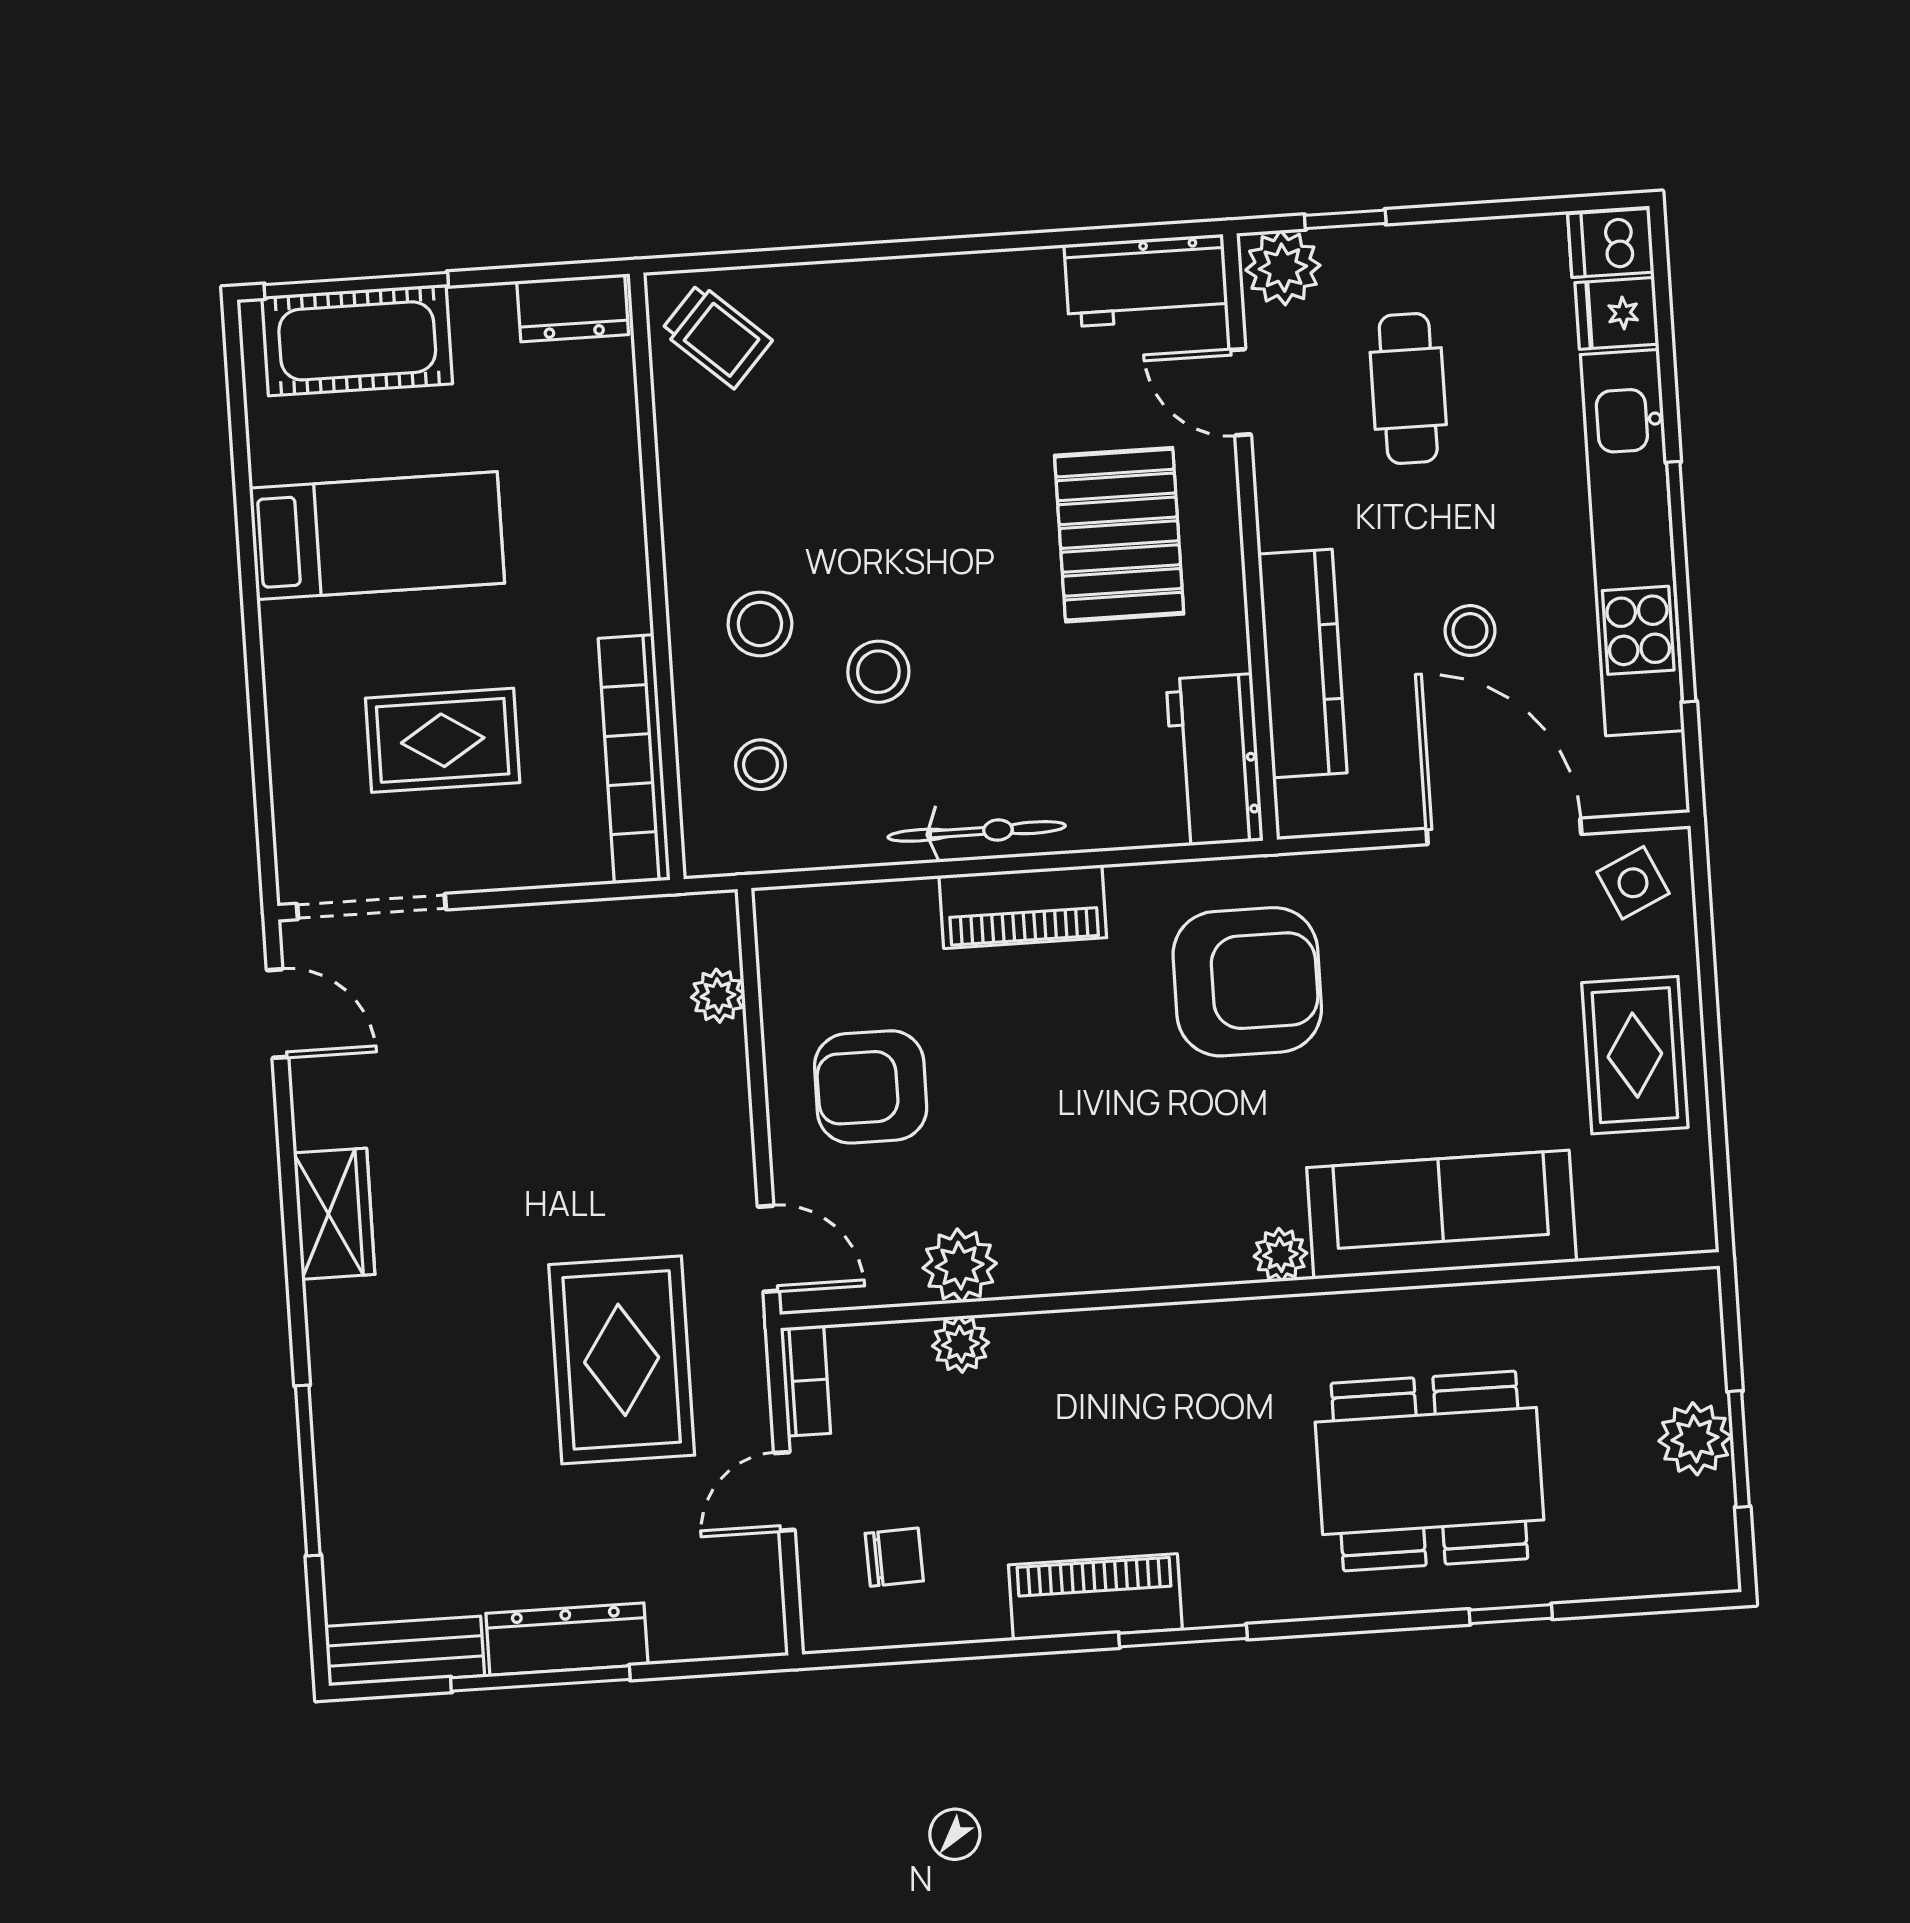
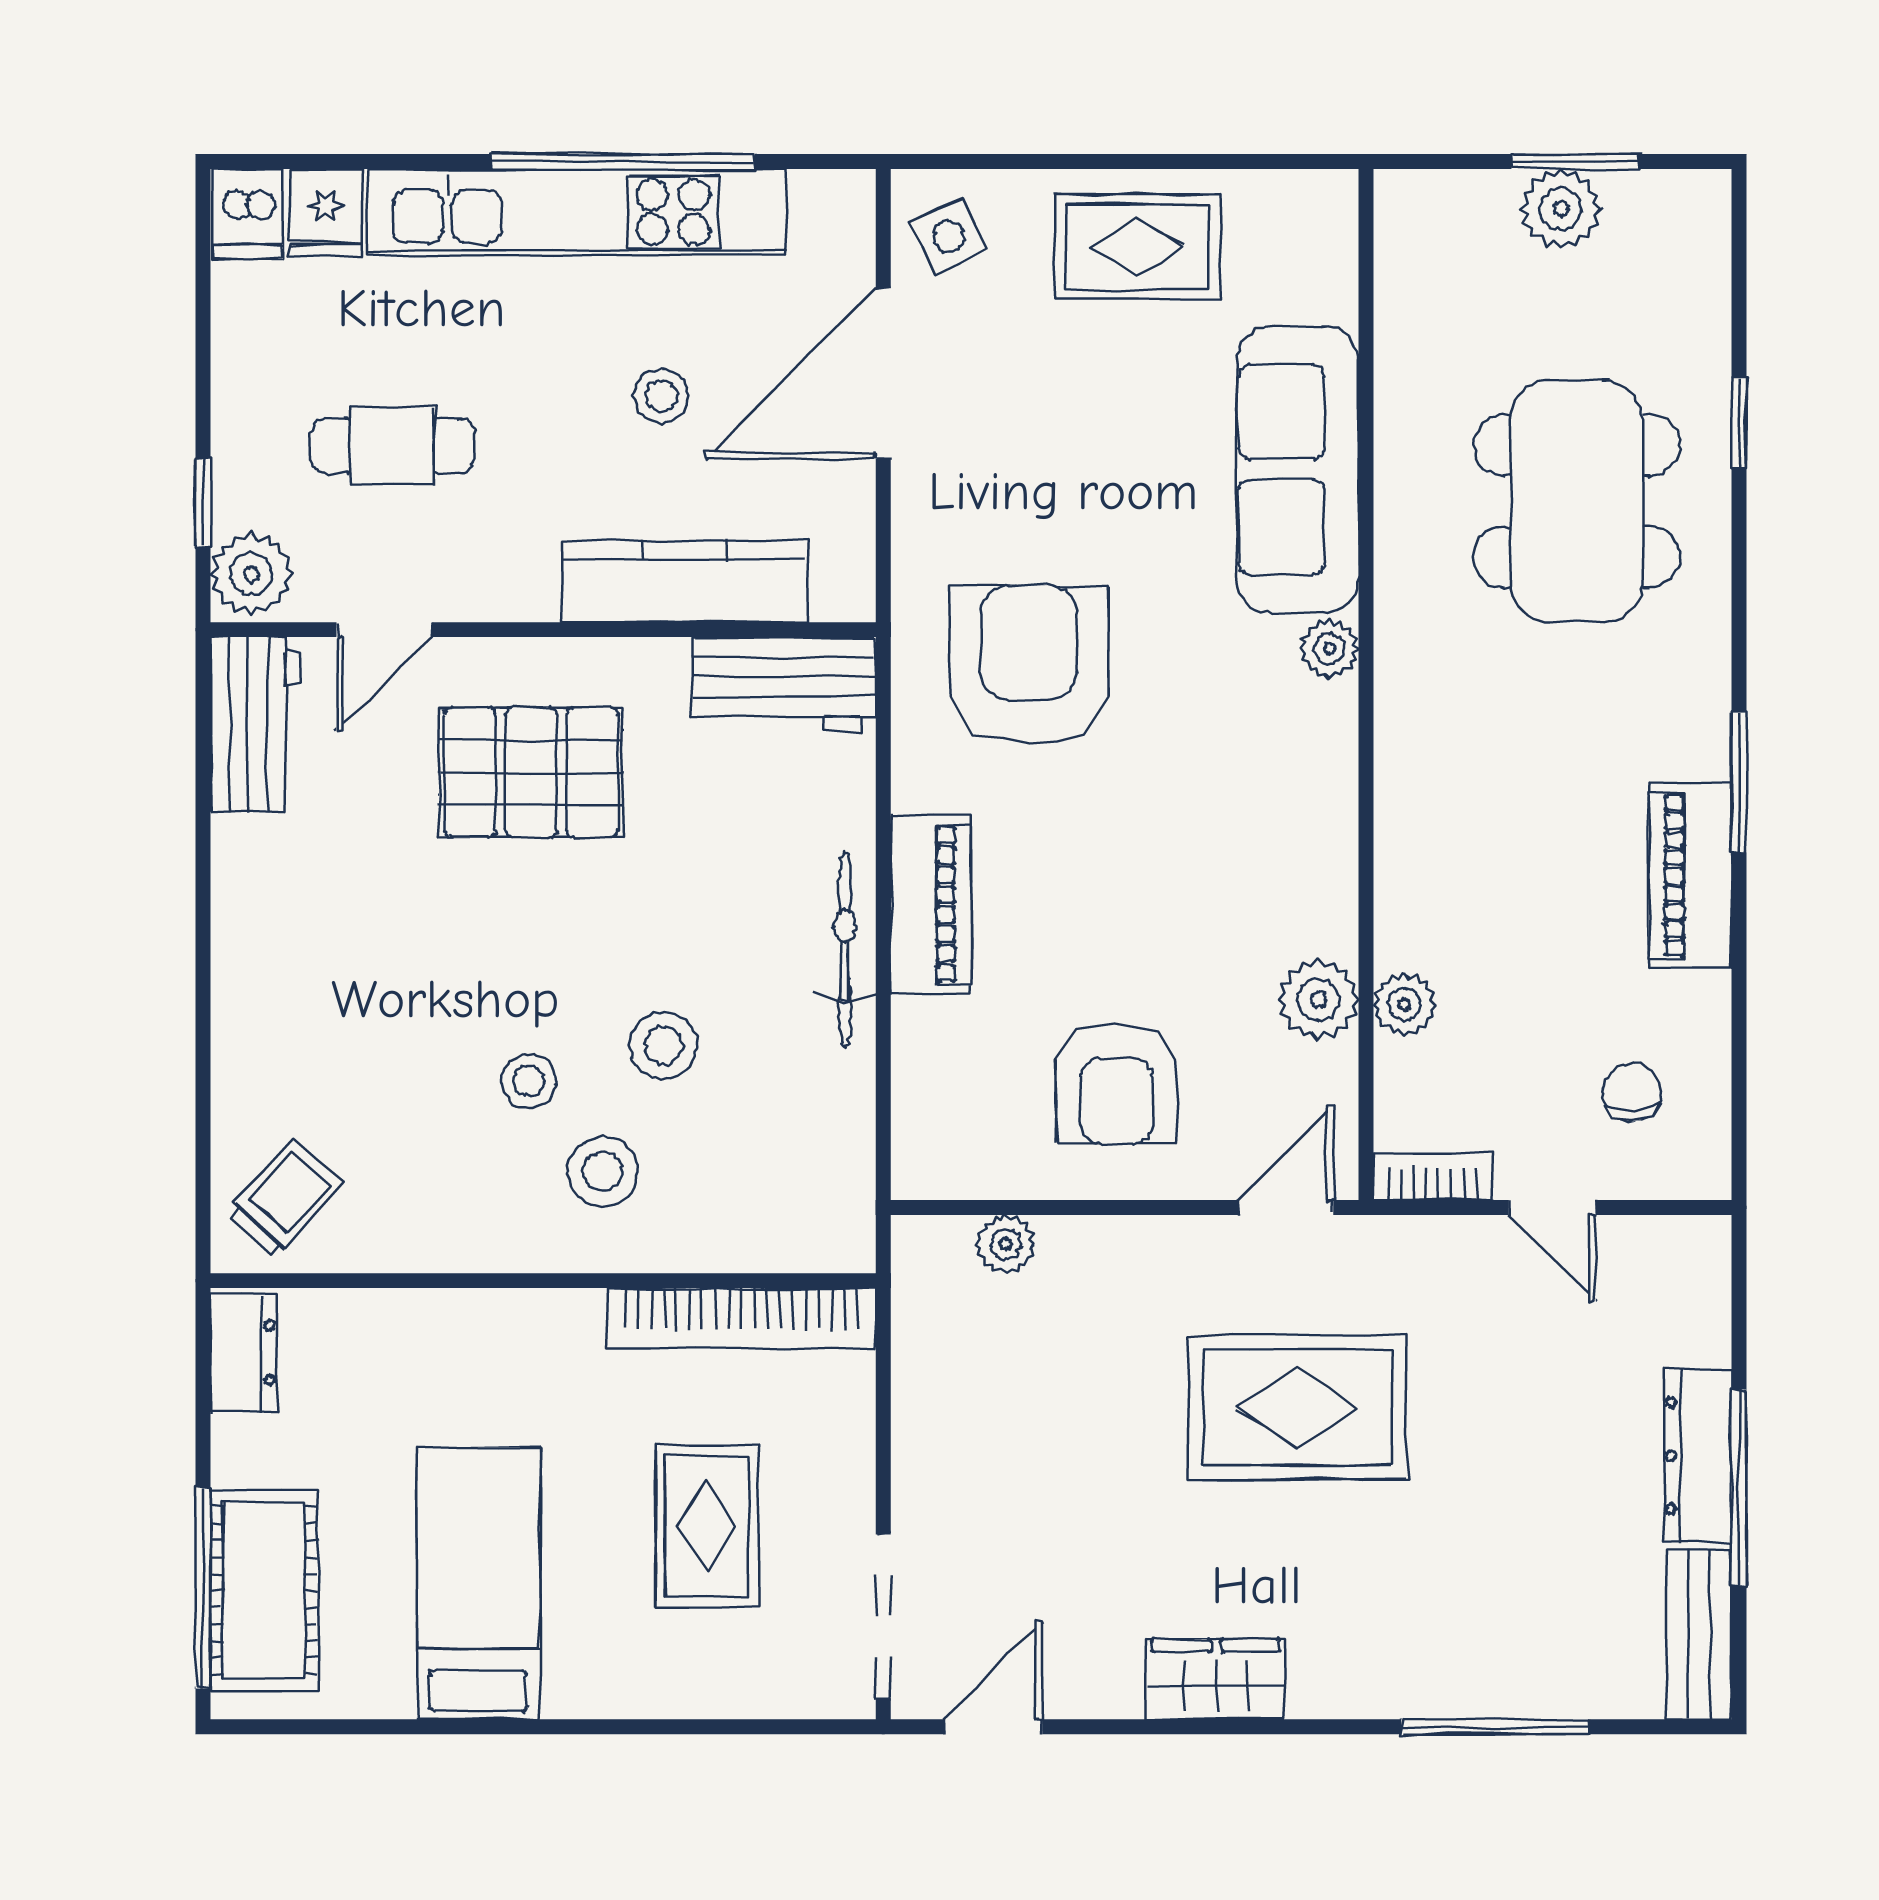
stool: (761, 765) -> (529, 1081), moved
rug: (622, 1360) -> (1297, 1407), moved

